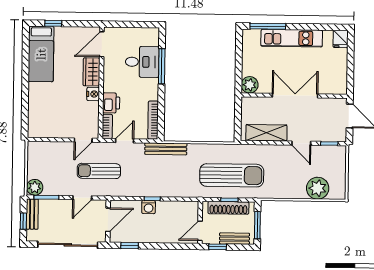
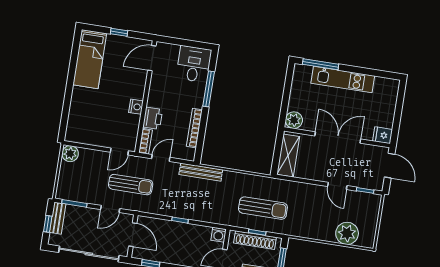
window: (53, 23) -> (119, 32), moved
fridge: (341, 39) -> (383, 135), moved, turned 90
desk: (142, 62) -> (194, 64), moved, turned -90
wardrobe: (91, 72) -> (138, 84), removed
bookcase: (153, 120) -> (194, 128), moved
shelving: (266, 133) -> (288, 155), moved, turned 90
sun lounger: (99, 171) -> (131, 185), turned 180
sun lounger: (232, 175) -> (263, 208), width x0.73, depth x0.75
plant: (35, 187) -> (70, 154), moved
washing machine: (149, 207) -> (219, 235), moved
door: (108, 220) -> (133, 235), hinge flipped

